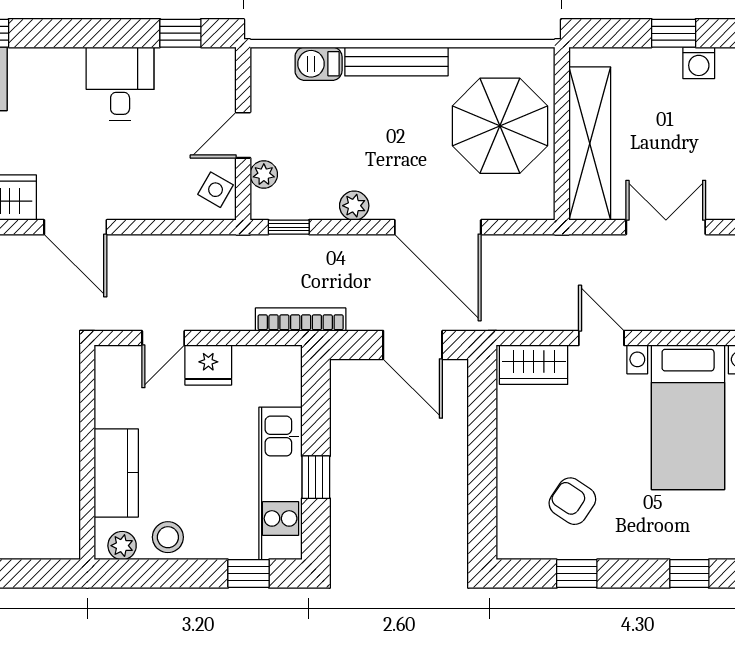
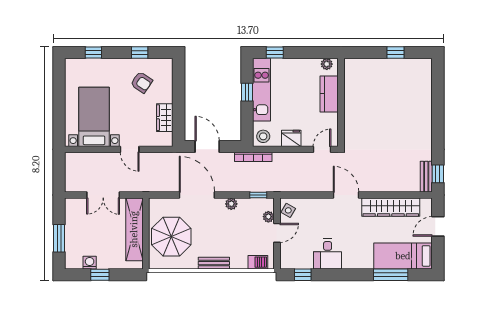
bench: (396, 61) -> (214, 263), width x0.73
barbecue: (319, 64) -> (258, 262), moved
door: (163, 338) -> (322, 149), moved
wardrobe: (534, 365) -> (165, 118), moved, turned -90
stool: (168, 537) -> (263, 136), moved

